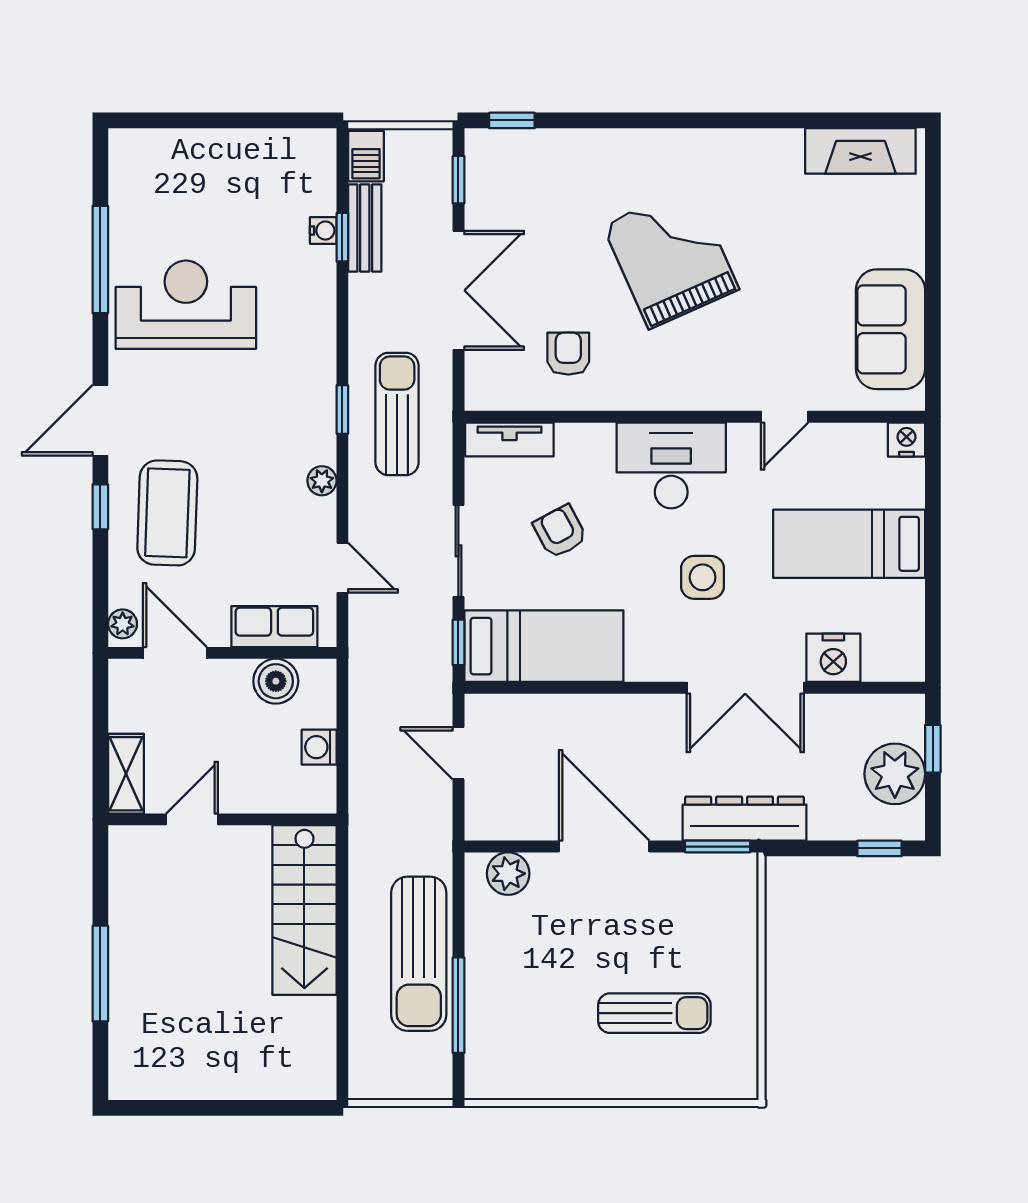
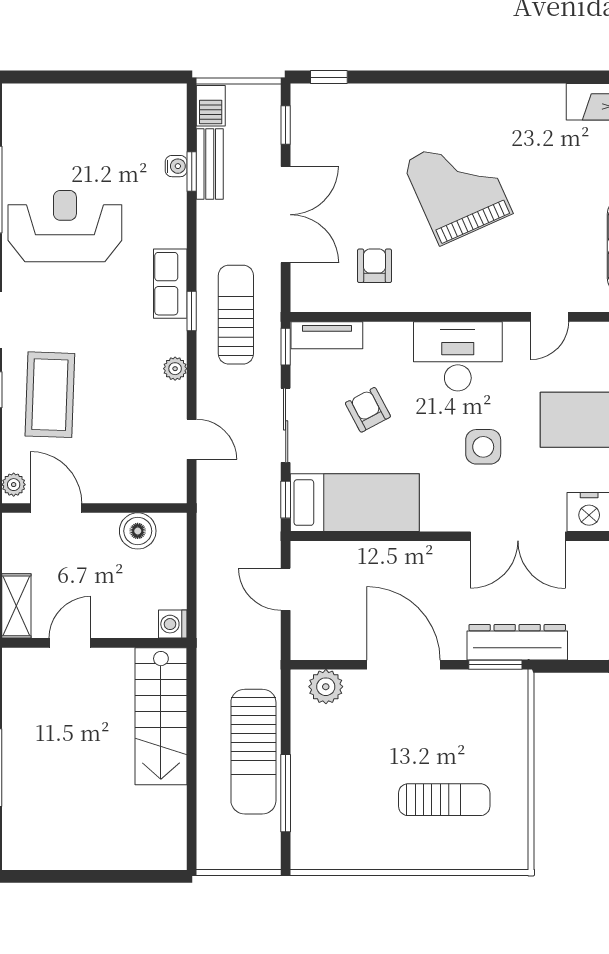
window: (458, 453) -> (286, 347), added
row of seats: (274, 627) -> (170, 284), moved, turned -90
washing machine: (319, 747) -> (173, 624), moved

